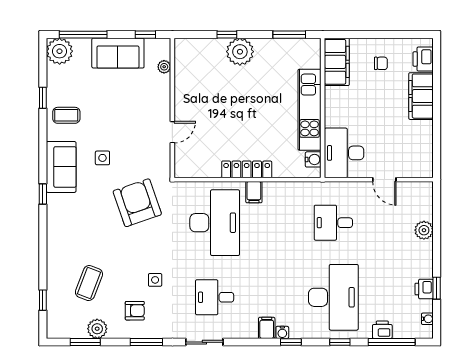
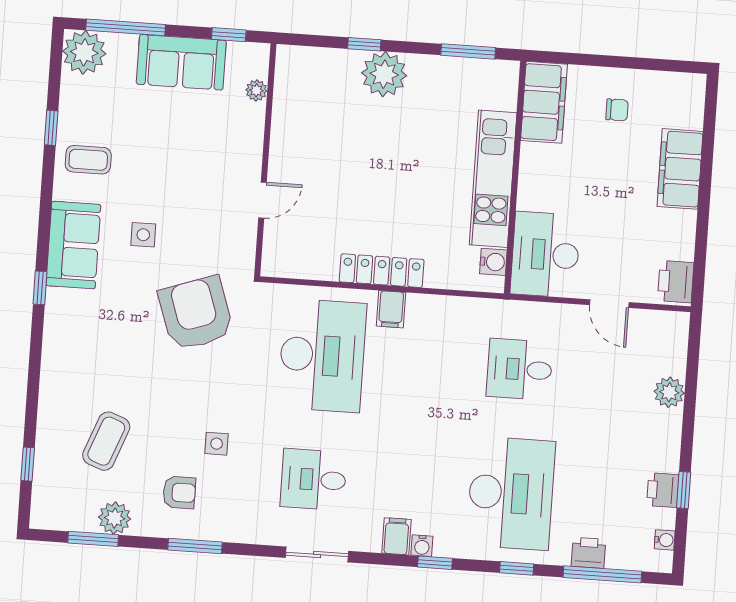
printer: (423, 59) -> (676, 282), moved
sliding door: (204, 342) -> (317, 554), moved

